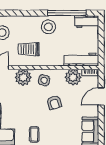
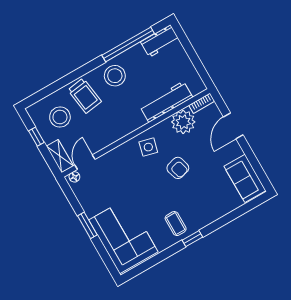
trolley: (29, 49) -> (85, 96), moved, turned -98
workbench: (81, 60) -> (166, 102), moved
plant: (23, 77) -> (120, 159), removed

